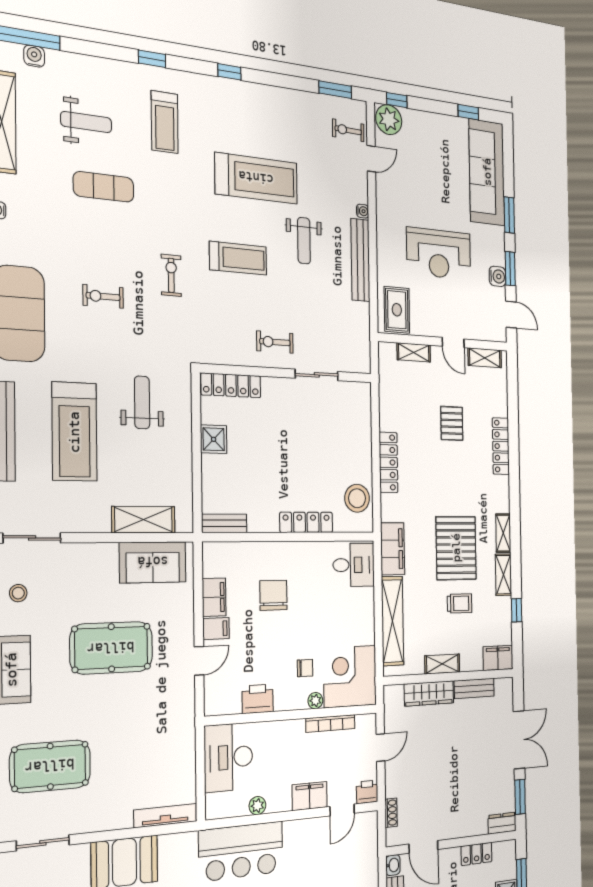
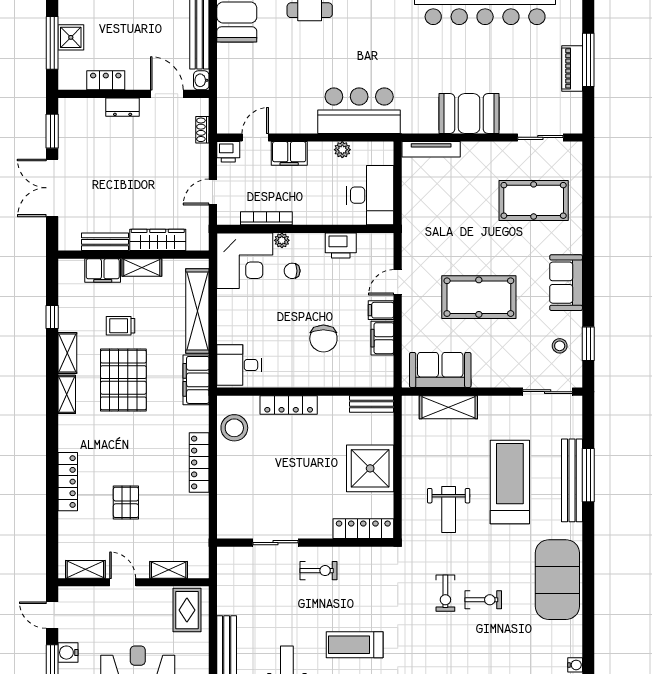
exercise bike: (171, 275) -> (445, 593), moved
shower: (214, 439) -> (370, 468), width x1.86, depth x1.86
filing cabinet: (498, 658) -> (103, 270), moved
dresser: (502, 823) -> (123, 107), moved

